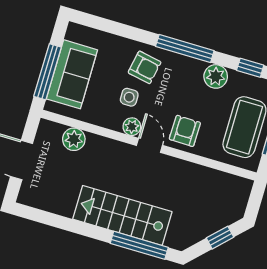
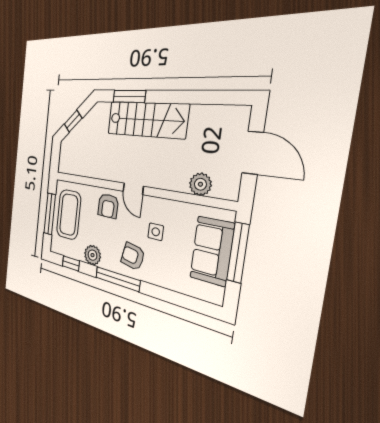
armchair: (145, 67) -> (133, 256), moved
plant: (132, 127) -> (150, 204), removed
window: (139, 245) -> (129, 96), width x0.69

